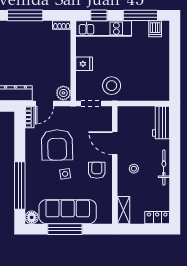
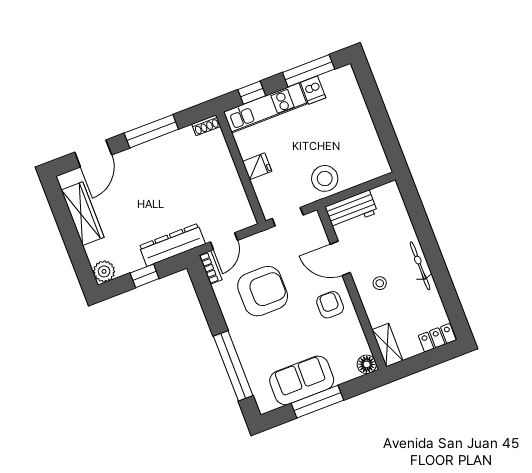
dishwasher: (155, 29) -> (313, 90), moved
stool: (112, 86) -> (325, 178), moved
plant: (63, 93) -> (244, 217), removed
workbench: (161, 123) -> (351, 210), moved, turned -90
armchair: (57, 145) -> (263, 291), turned -89
side table: (65, 174) -> (289, 326), removed
sofa: (68, 212) -> (302, 380), width x0.73
floor lamp: (32, 217) -> (367, 364), moved

